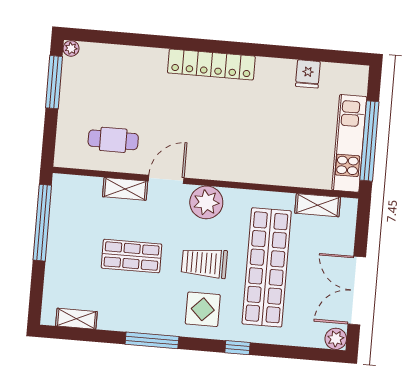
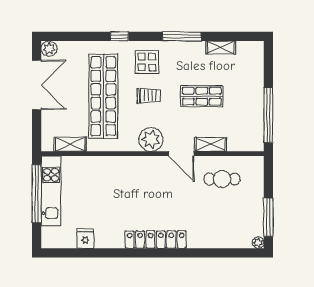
door: (166, 179) -> (181, 154), hinge flipped
trolley: (204, 263) -> (149, 96), width x0.73, depth x0.72
shelving: (76, 319) -> (221, 47), moved

